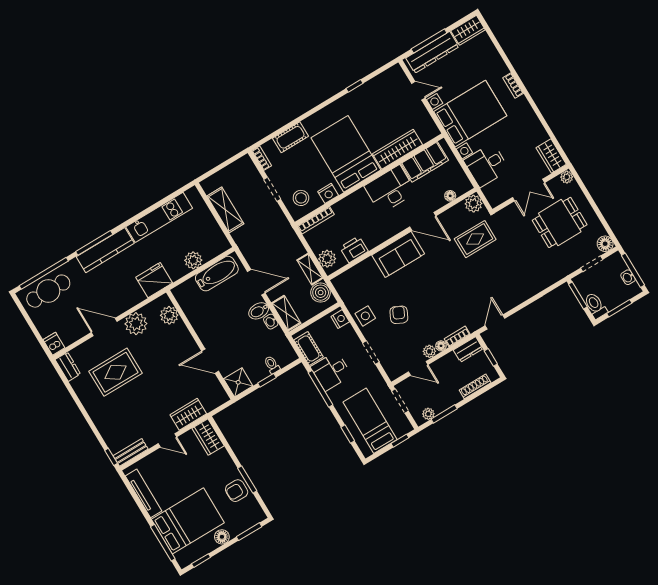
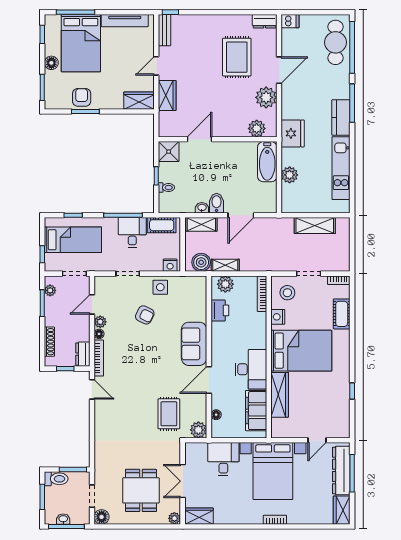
kitchen counter: (105, 250) -> (341, 117), width x0.67
bathtub: (217, 274) -> (267, 162), moved
bookcase: (457, 336) -> (99, 358), width x1.56

